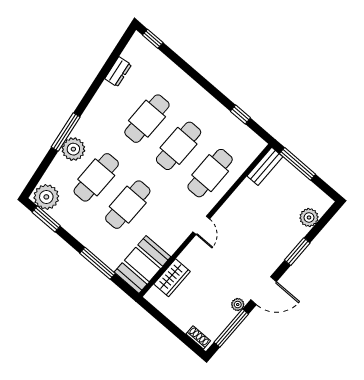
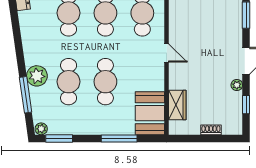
window: (66, 132) -> (26, 95), moved
plant: (46, 197) -> (41, 129), width x0.53, depth x0.53
window: (231, 328) -> (246, 105), width x0.46
shoe rack: (198, 337) -> (211, 130), moved

